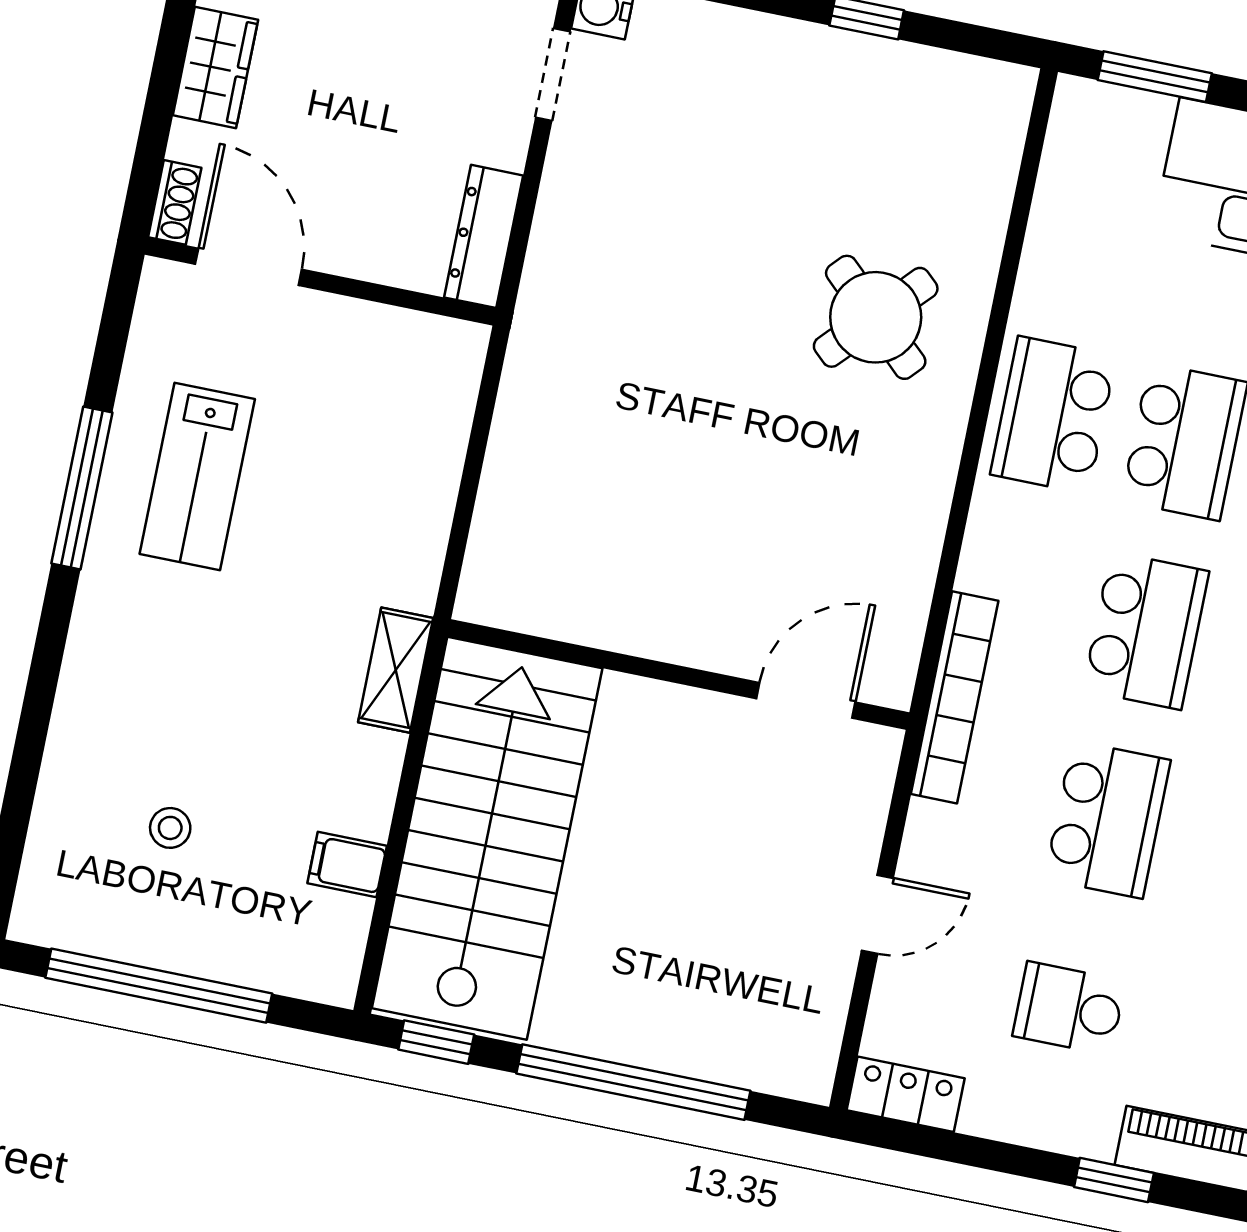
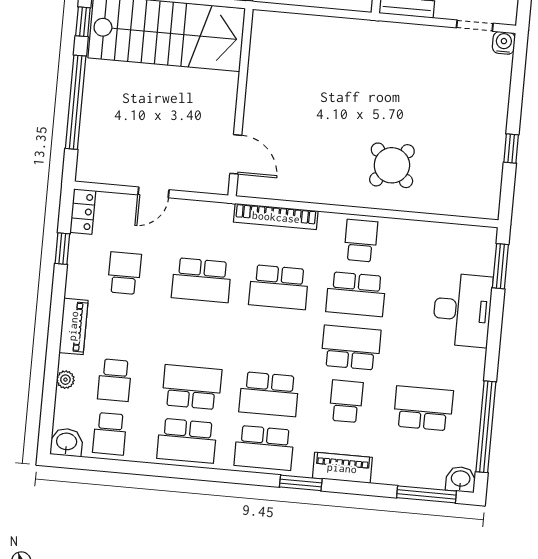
school desk: (1053, 415) -> (361, 241), width x0.54
bookcase: (955, 697) -> (276, 217), moved
door: (877, 914) -> (154, 192), hinge flipped
window: (1114, 1180) -> (62, 249), moved

